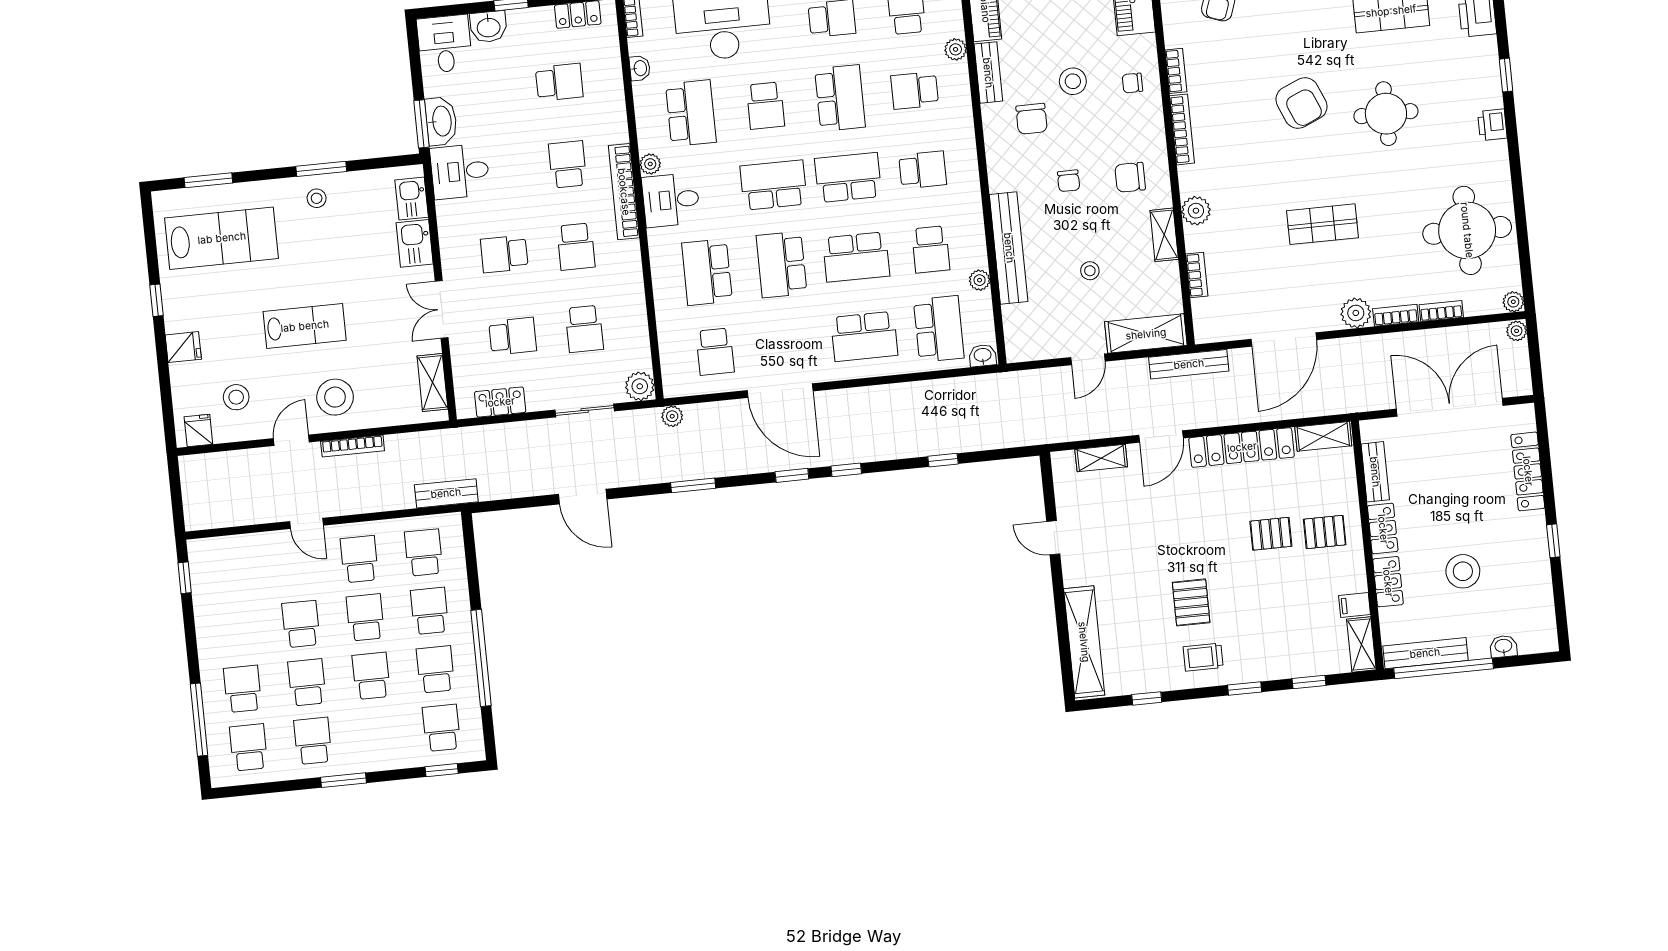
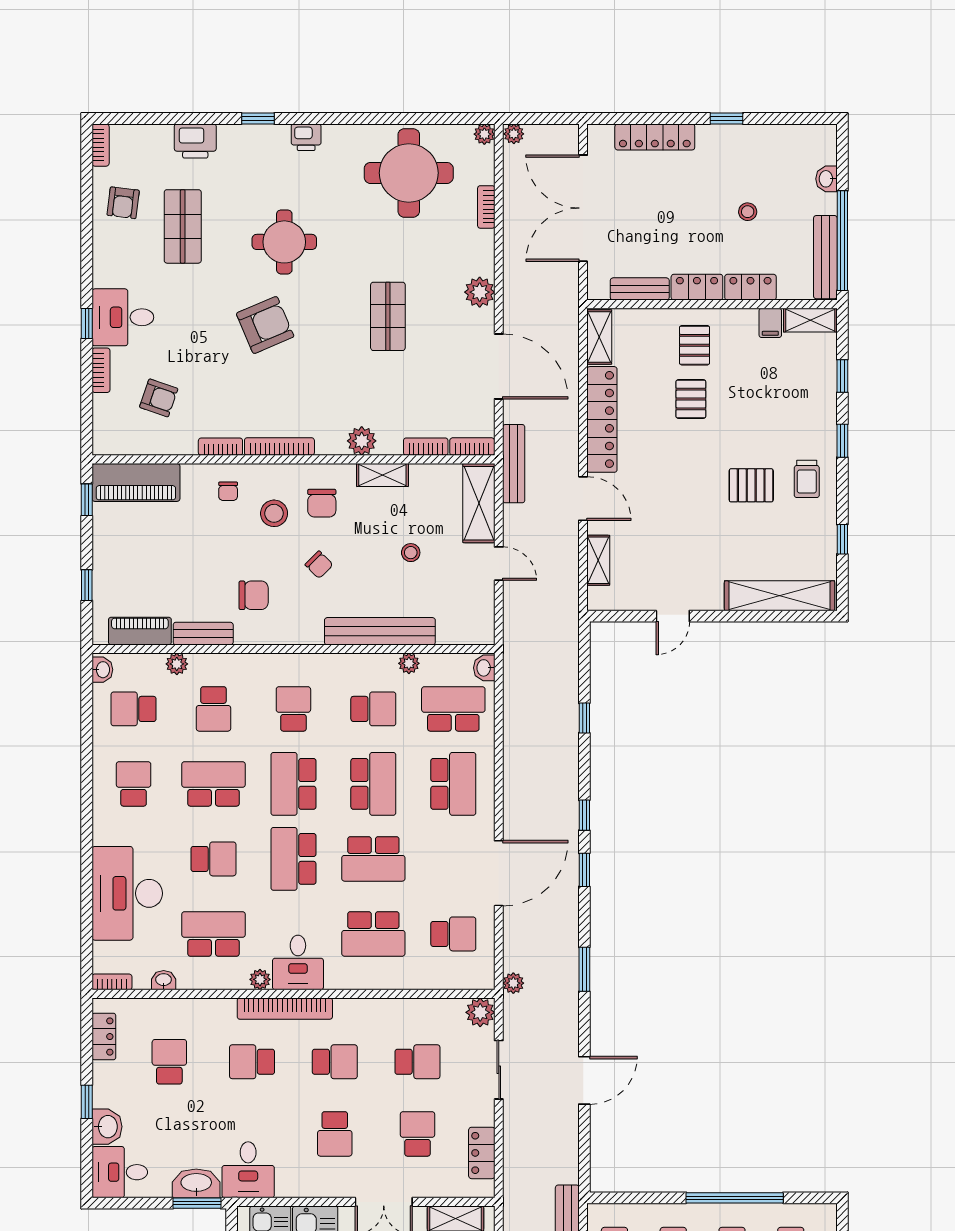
stool: (1073, 81) -> (274, 513), moved
chair: (1069, 181) -> (319, 565), turned 45
bookcase: (1396, 315) -> (472, 447), moved, turned 90
stool: (1463, 571) -> (748, 212), width x0.53, depth x0.53

